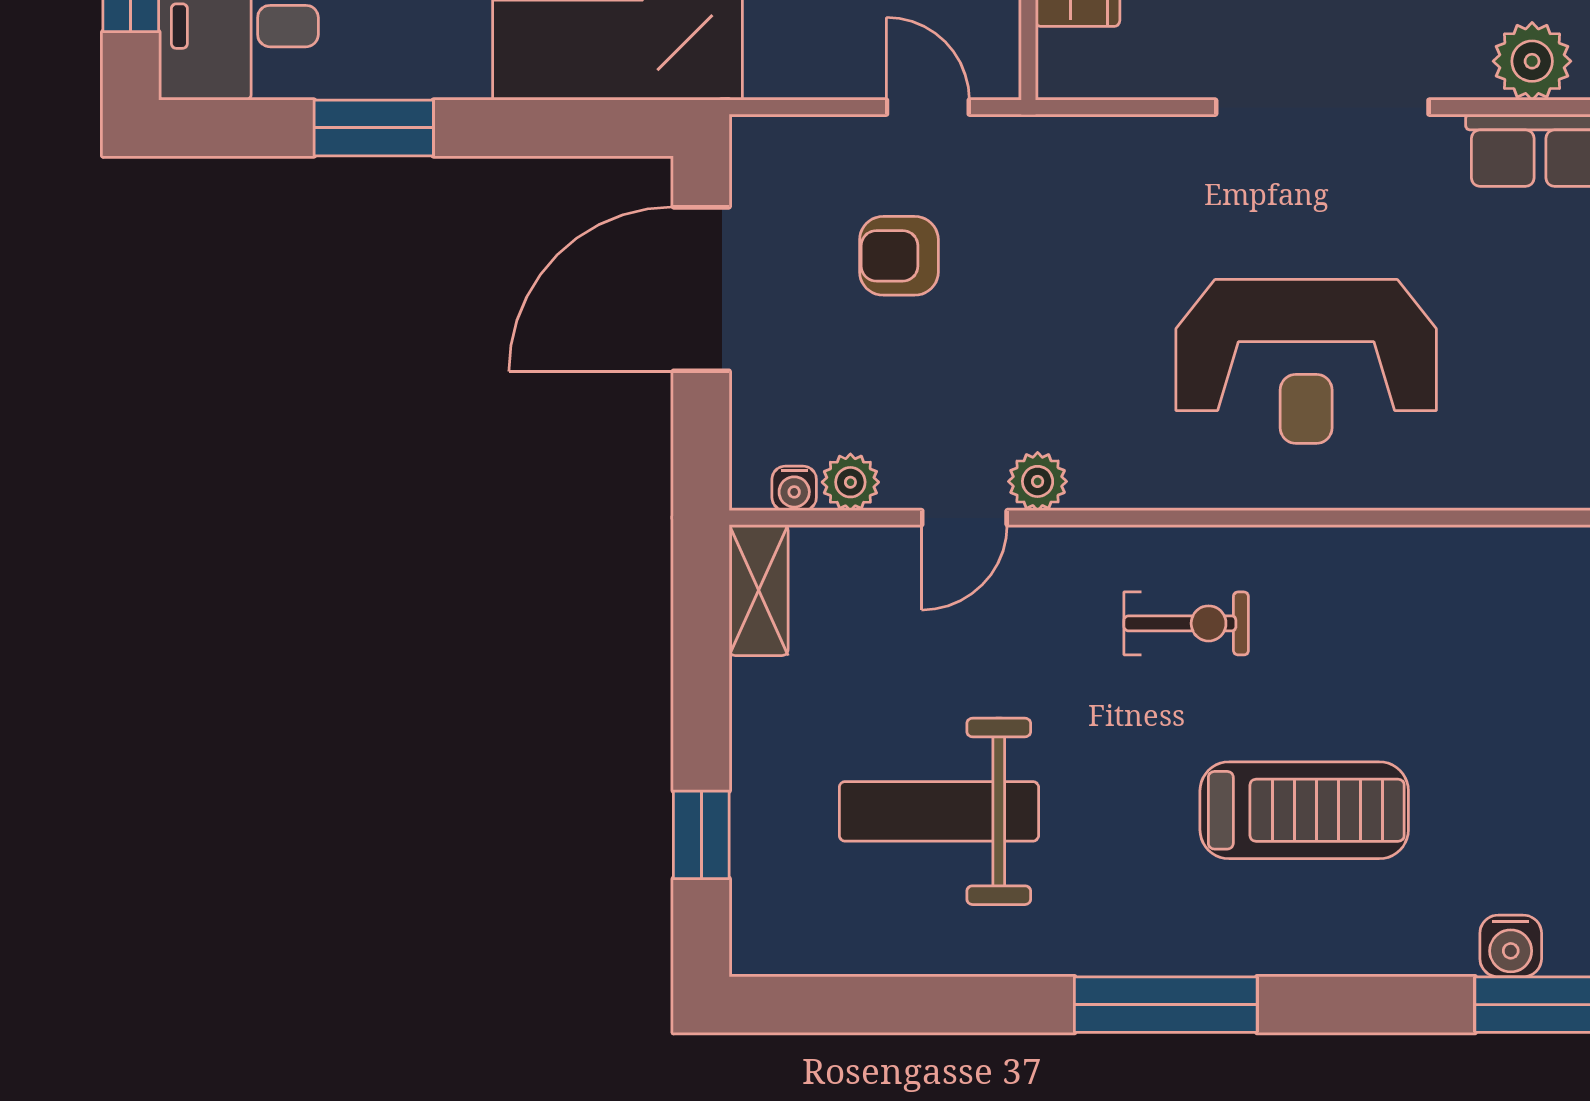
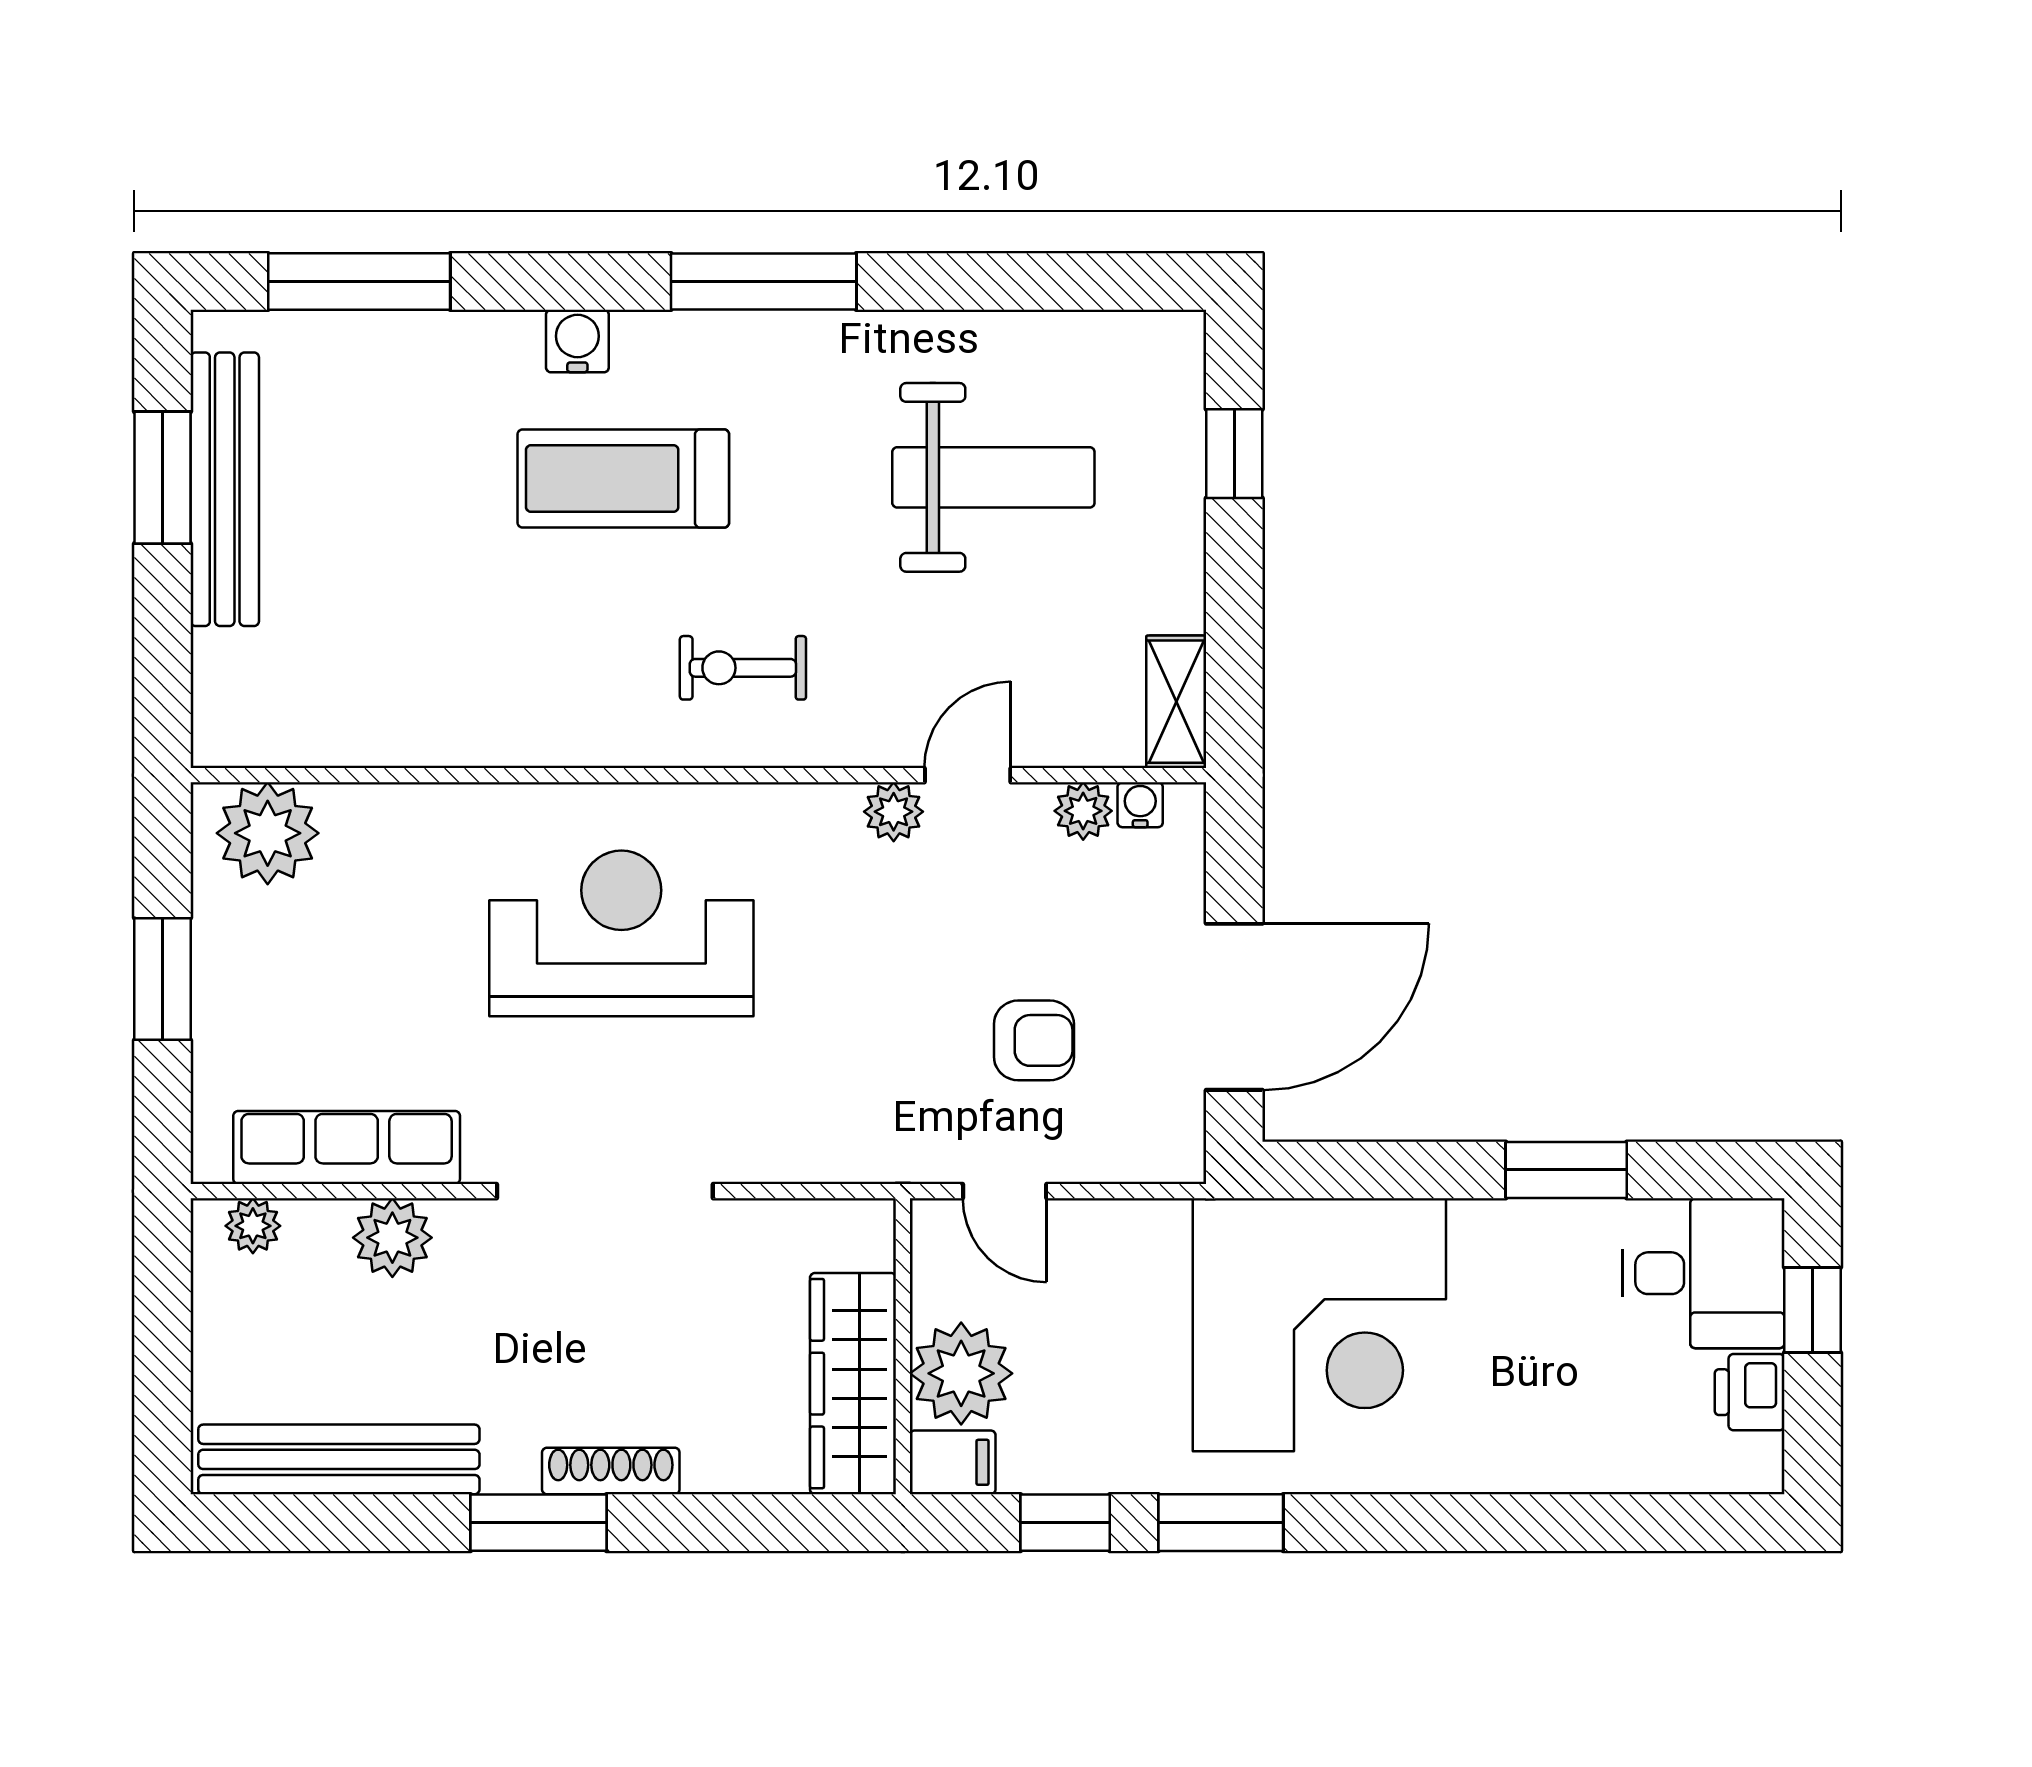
water cooler: (1511, 946) -> (577, 341), moved

